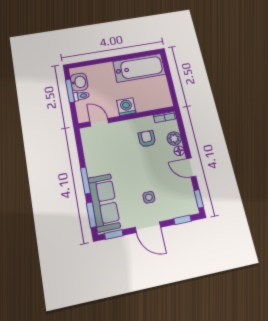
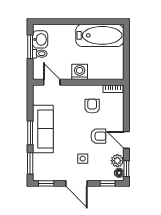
plant: (174, 139) -> (117, 161), moved
floor lamp: (179, 151) -> (119, 173), moved
armchair: (161, 169) -> (98, 136), added
sofa: (104, 203) -> (43, 129), moved

